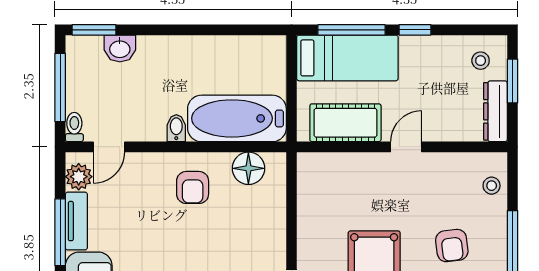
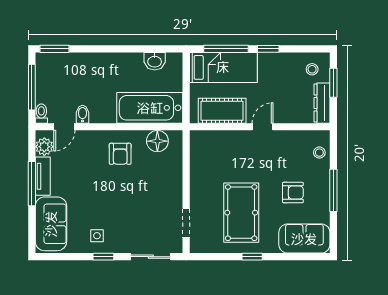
washbasin: (120, 48) -> (155, 61), moved
bidet: (176, 128) -> (82, 114), moved
armchair: (452, 246) -> (293, 193), turned -83

